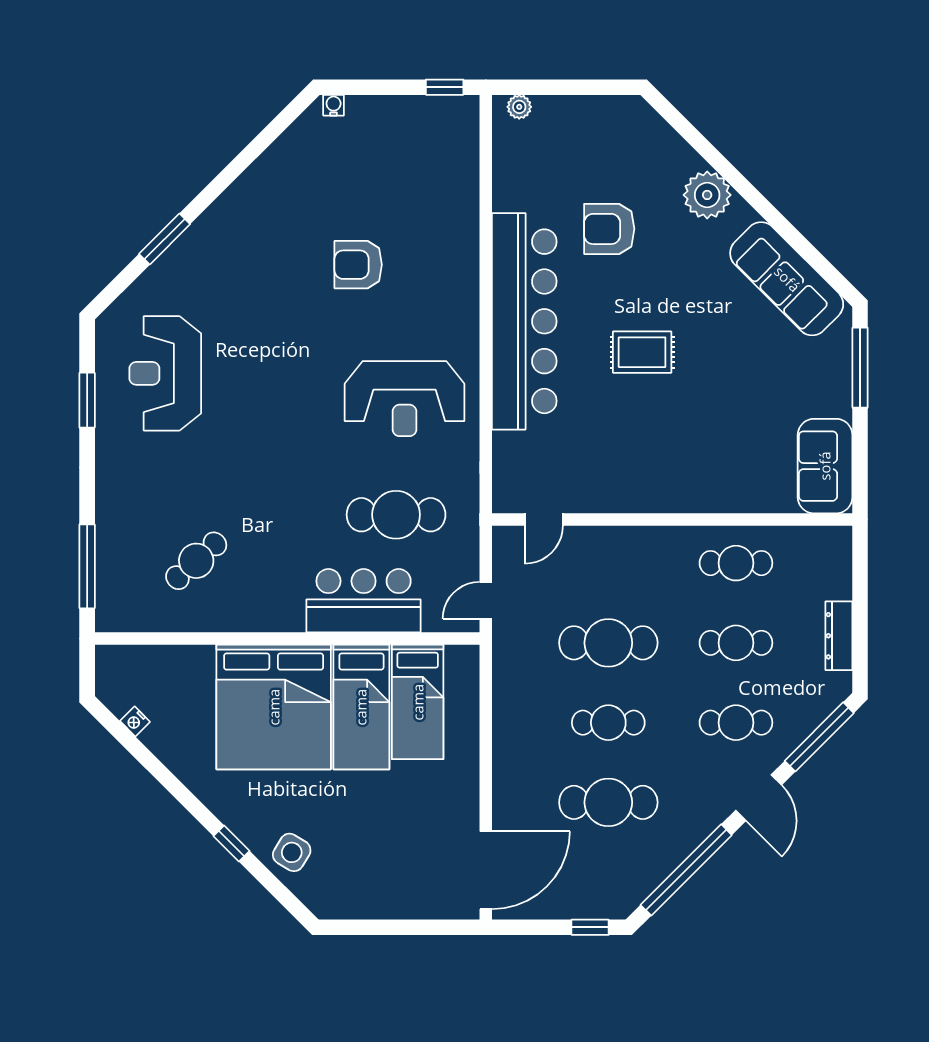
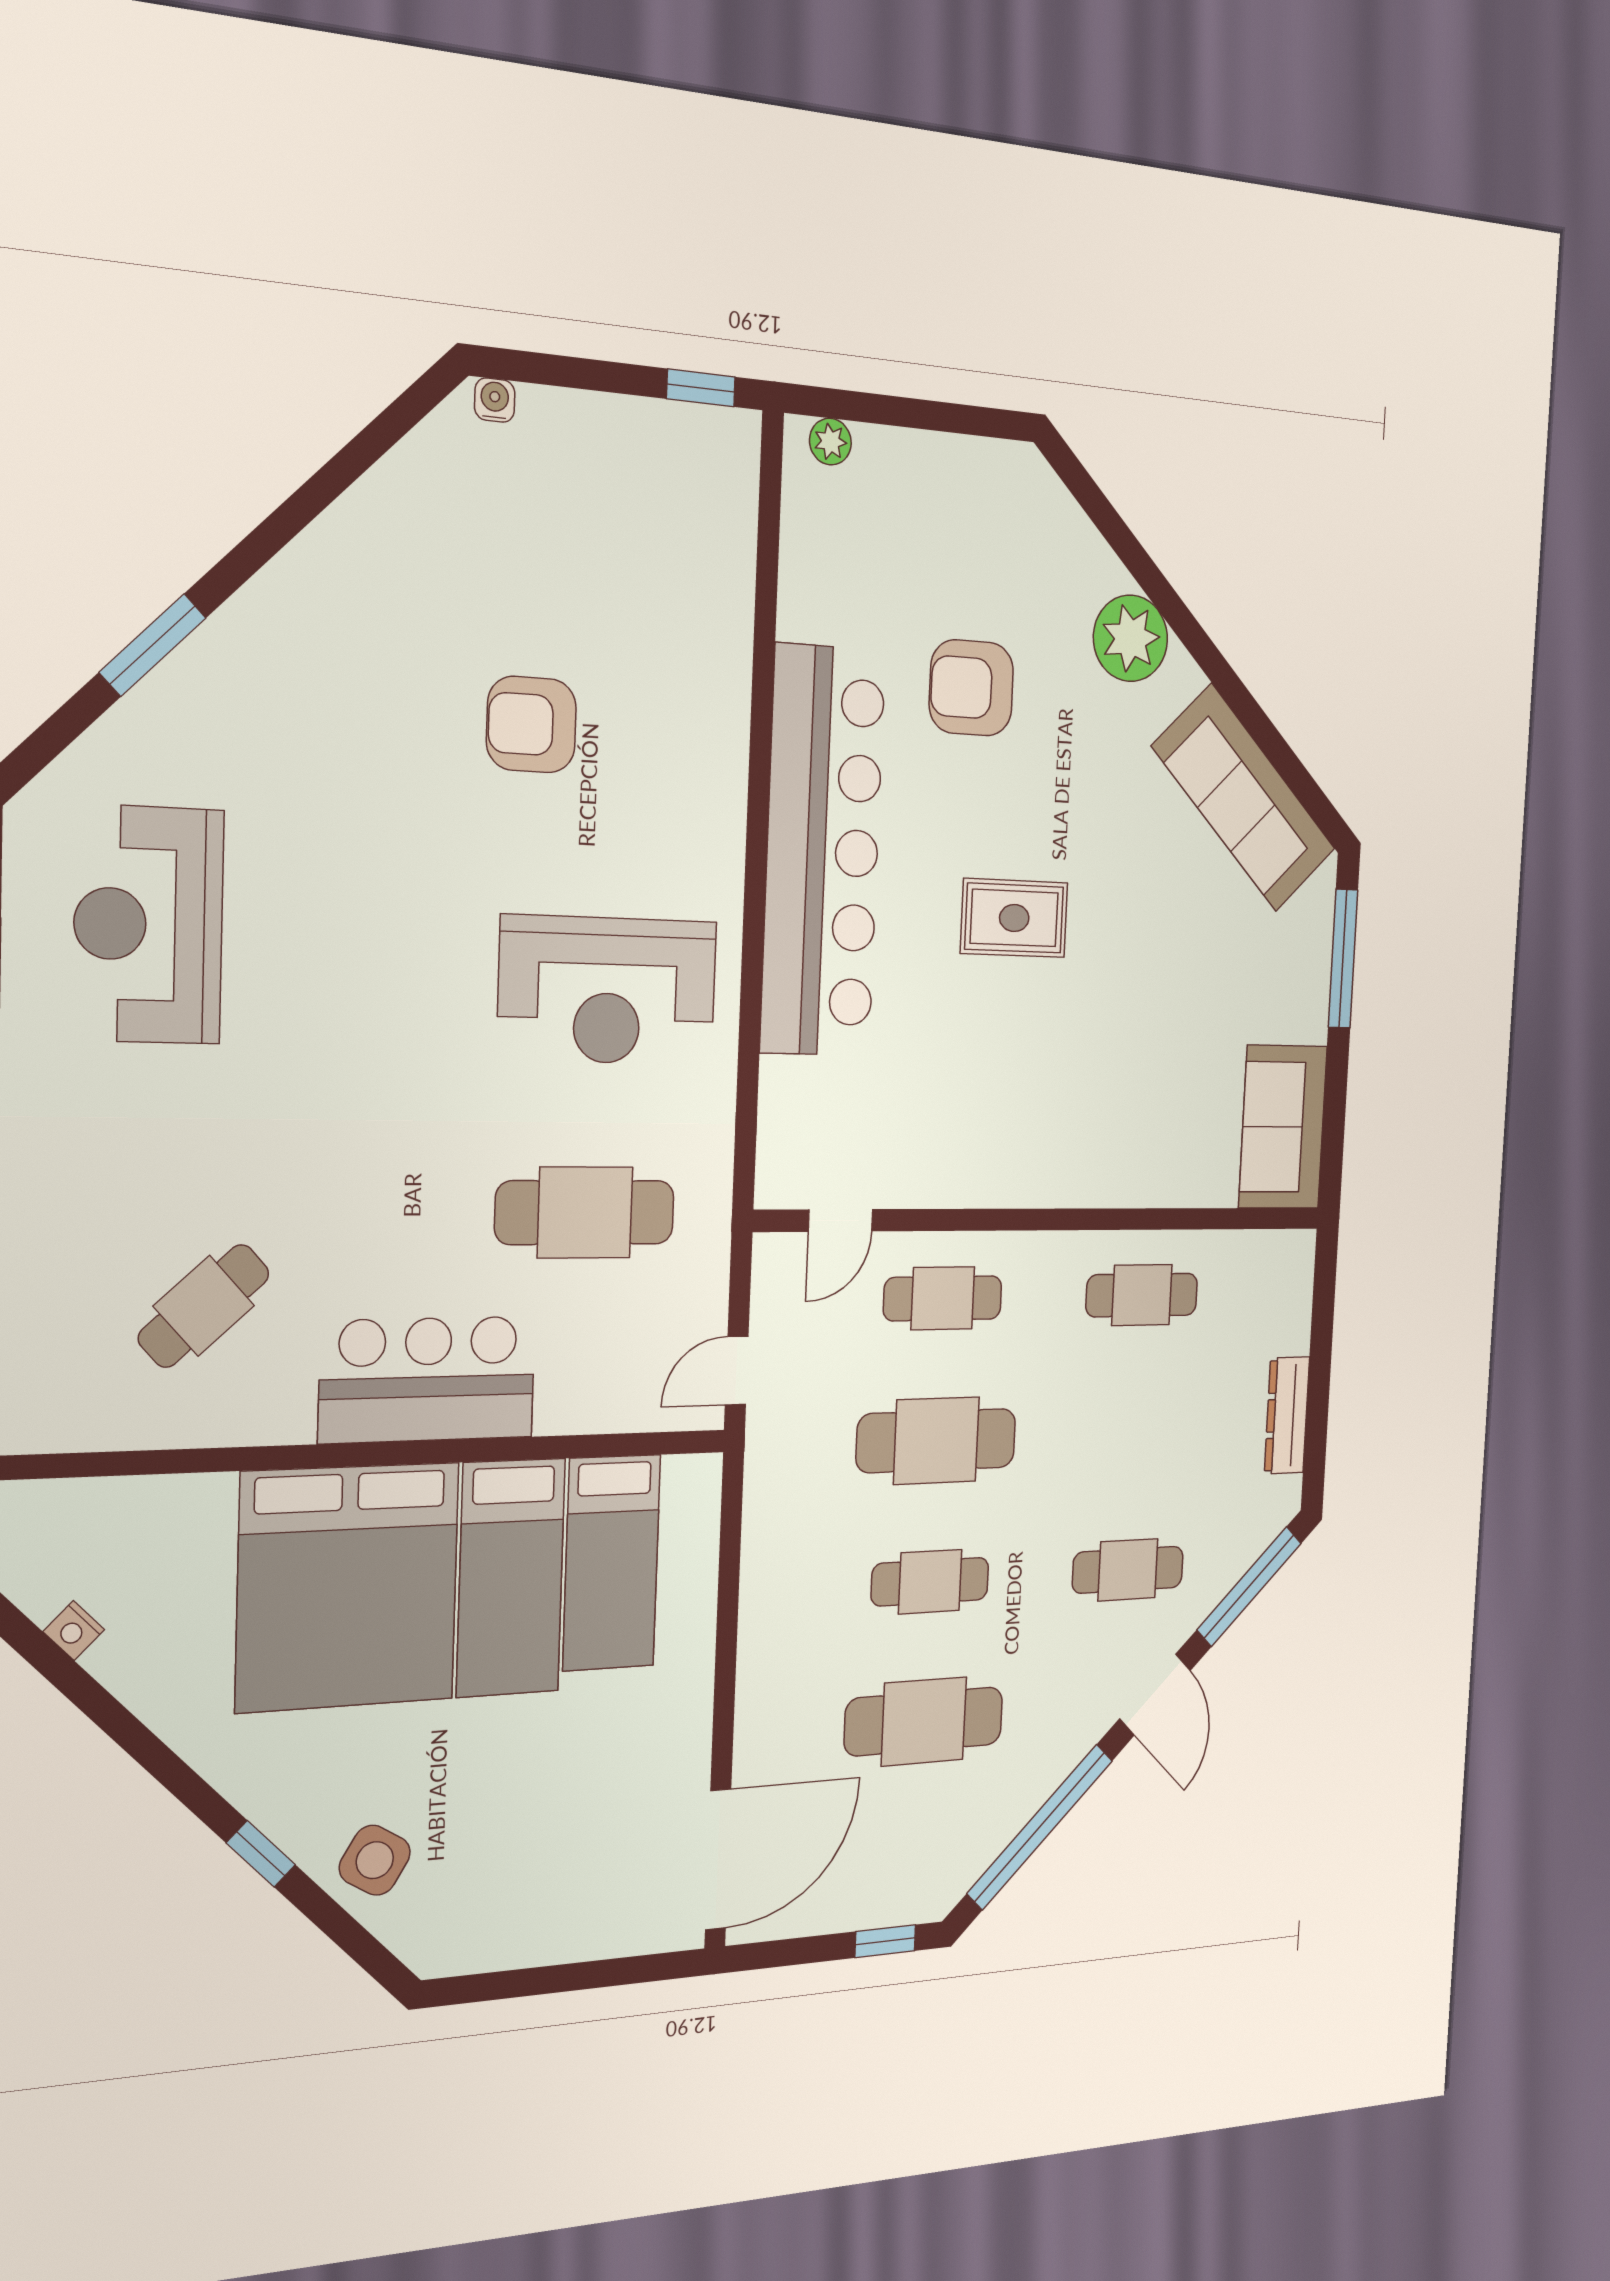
bar counter: (364, 601) -> (428, 1379), moved
cafe table: (736, 643) -> (943, 1298), moved

